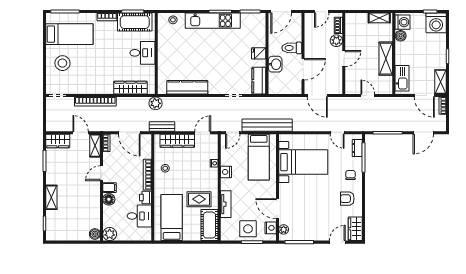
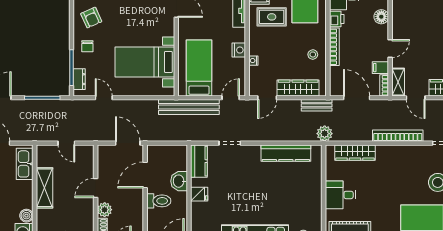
filing cabinet: (110, 188) -> (380, 68), moved
armchair: (347, 199) -> (91, 18), turned 66

